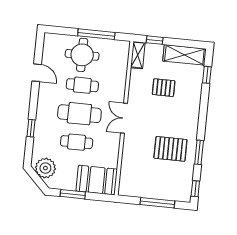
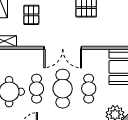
double door: (124, 118) -> (63, 48), width x1.37

